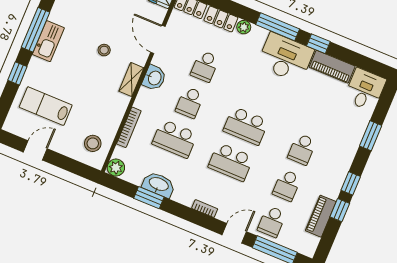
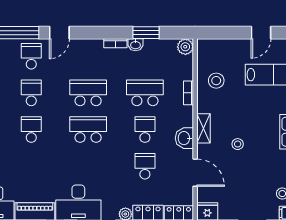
bookcase: (129, 127) -> (189, 93), width x0.64
stool: (93, 143) -> (216, 81), moved
washbasin: (159, 185) -> (135, 45), width x0.52, depth x0.69
bookcase: (205, 209) -> (115, 43), moved

